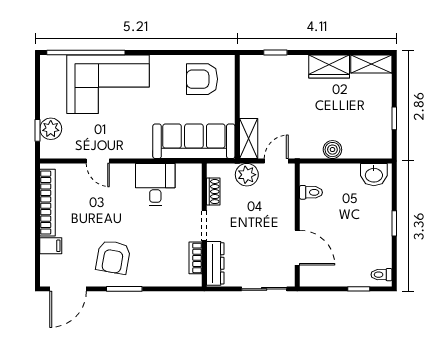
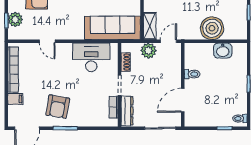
boiler: (332, 150) -> (212, 28), width x1.86, depth x1.86
washbasin: (374, 175) -> (223, 51), moved
desk: (155, 185) -> (91, 57), width x1.37
toilet: (311, 192) -> (192, 74), moved
door: (297, 248) -> (183, 100), swing flipped

